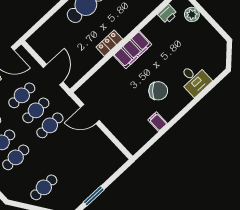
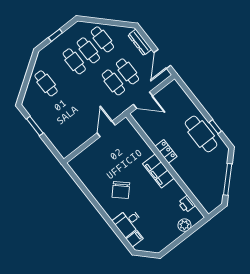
filing cabinet: (158, 122) -> (135, 239), moved
cafe table: (50, 125) -> (99, 93), removed

